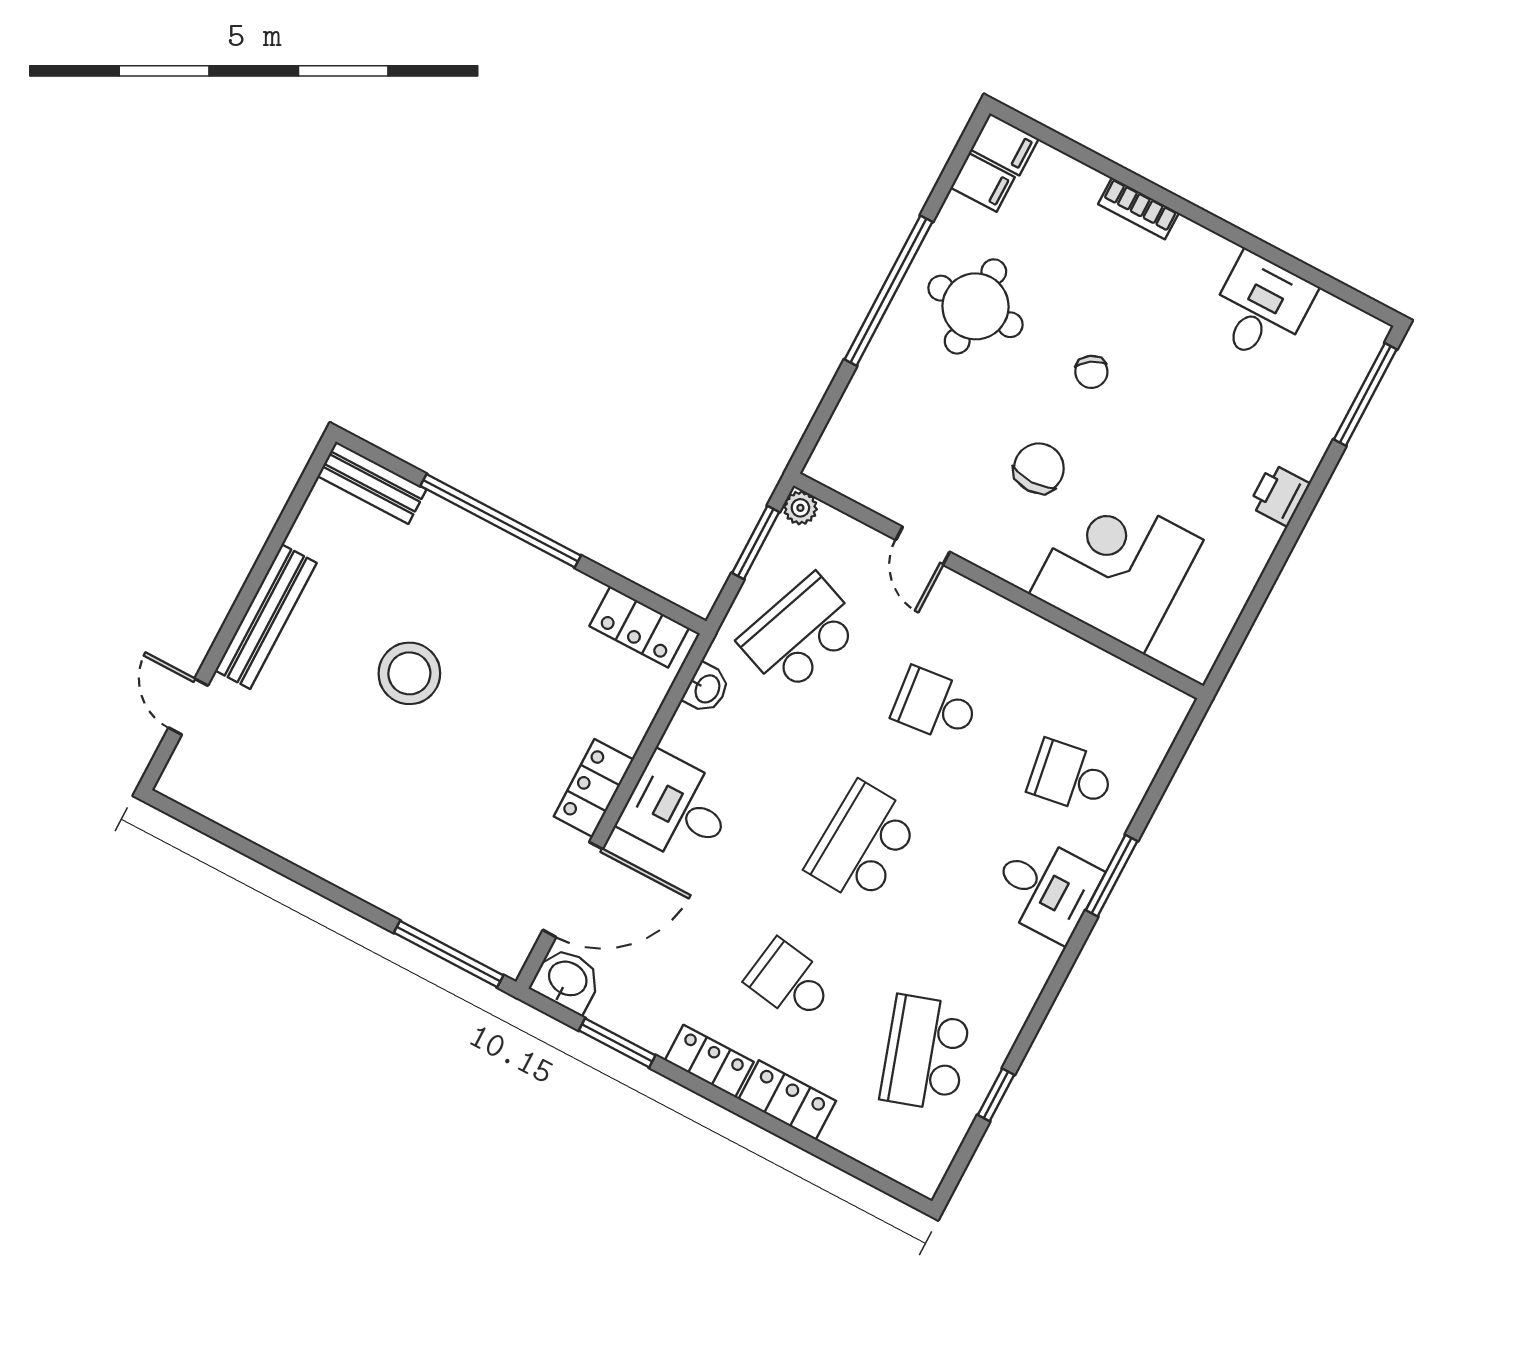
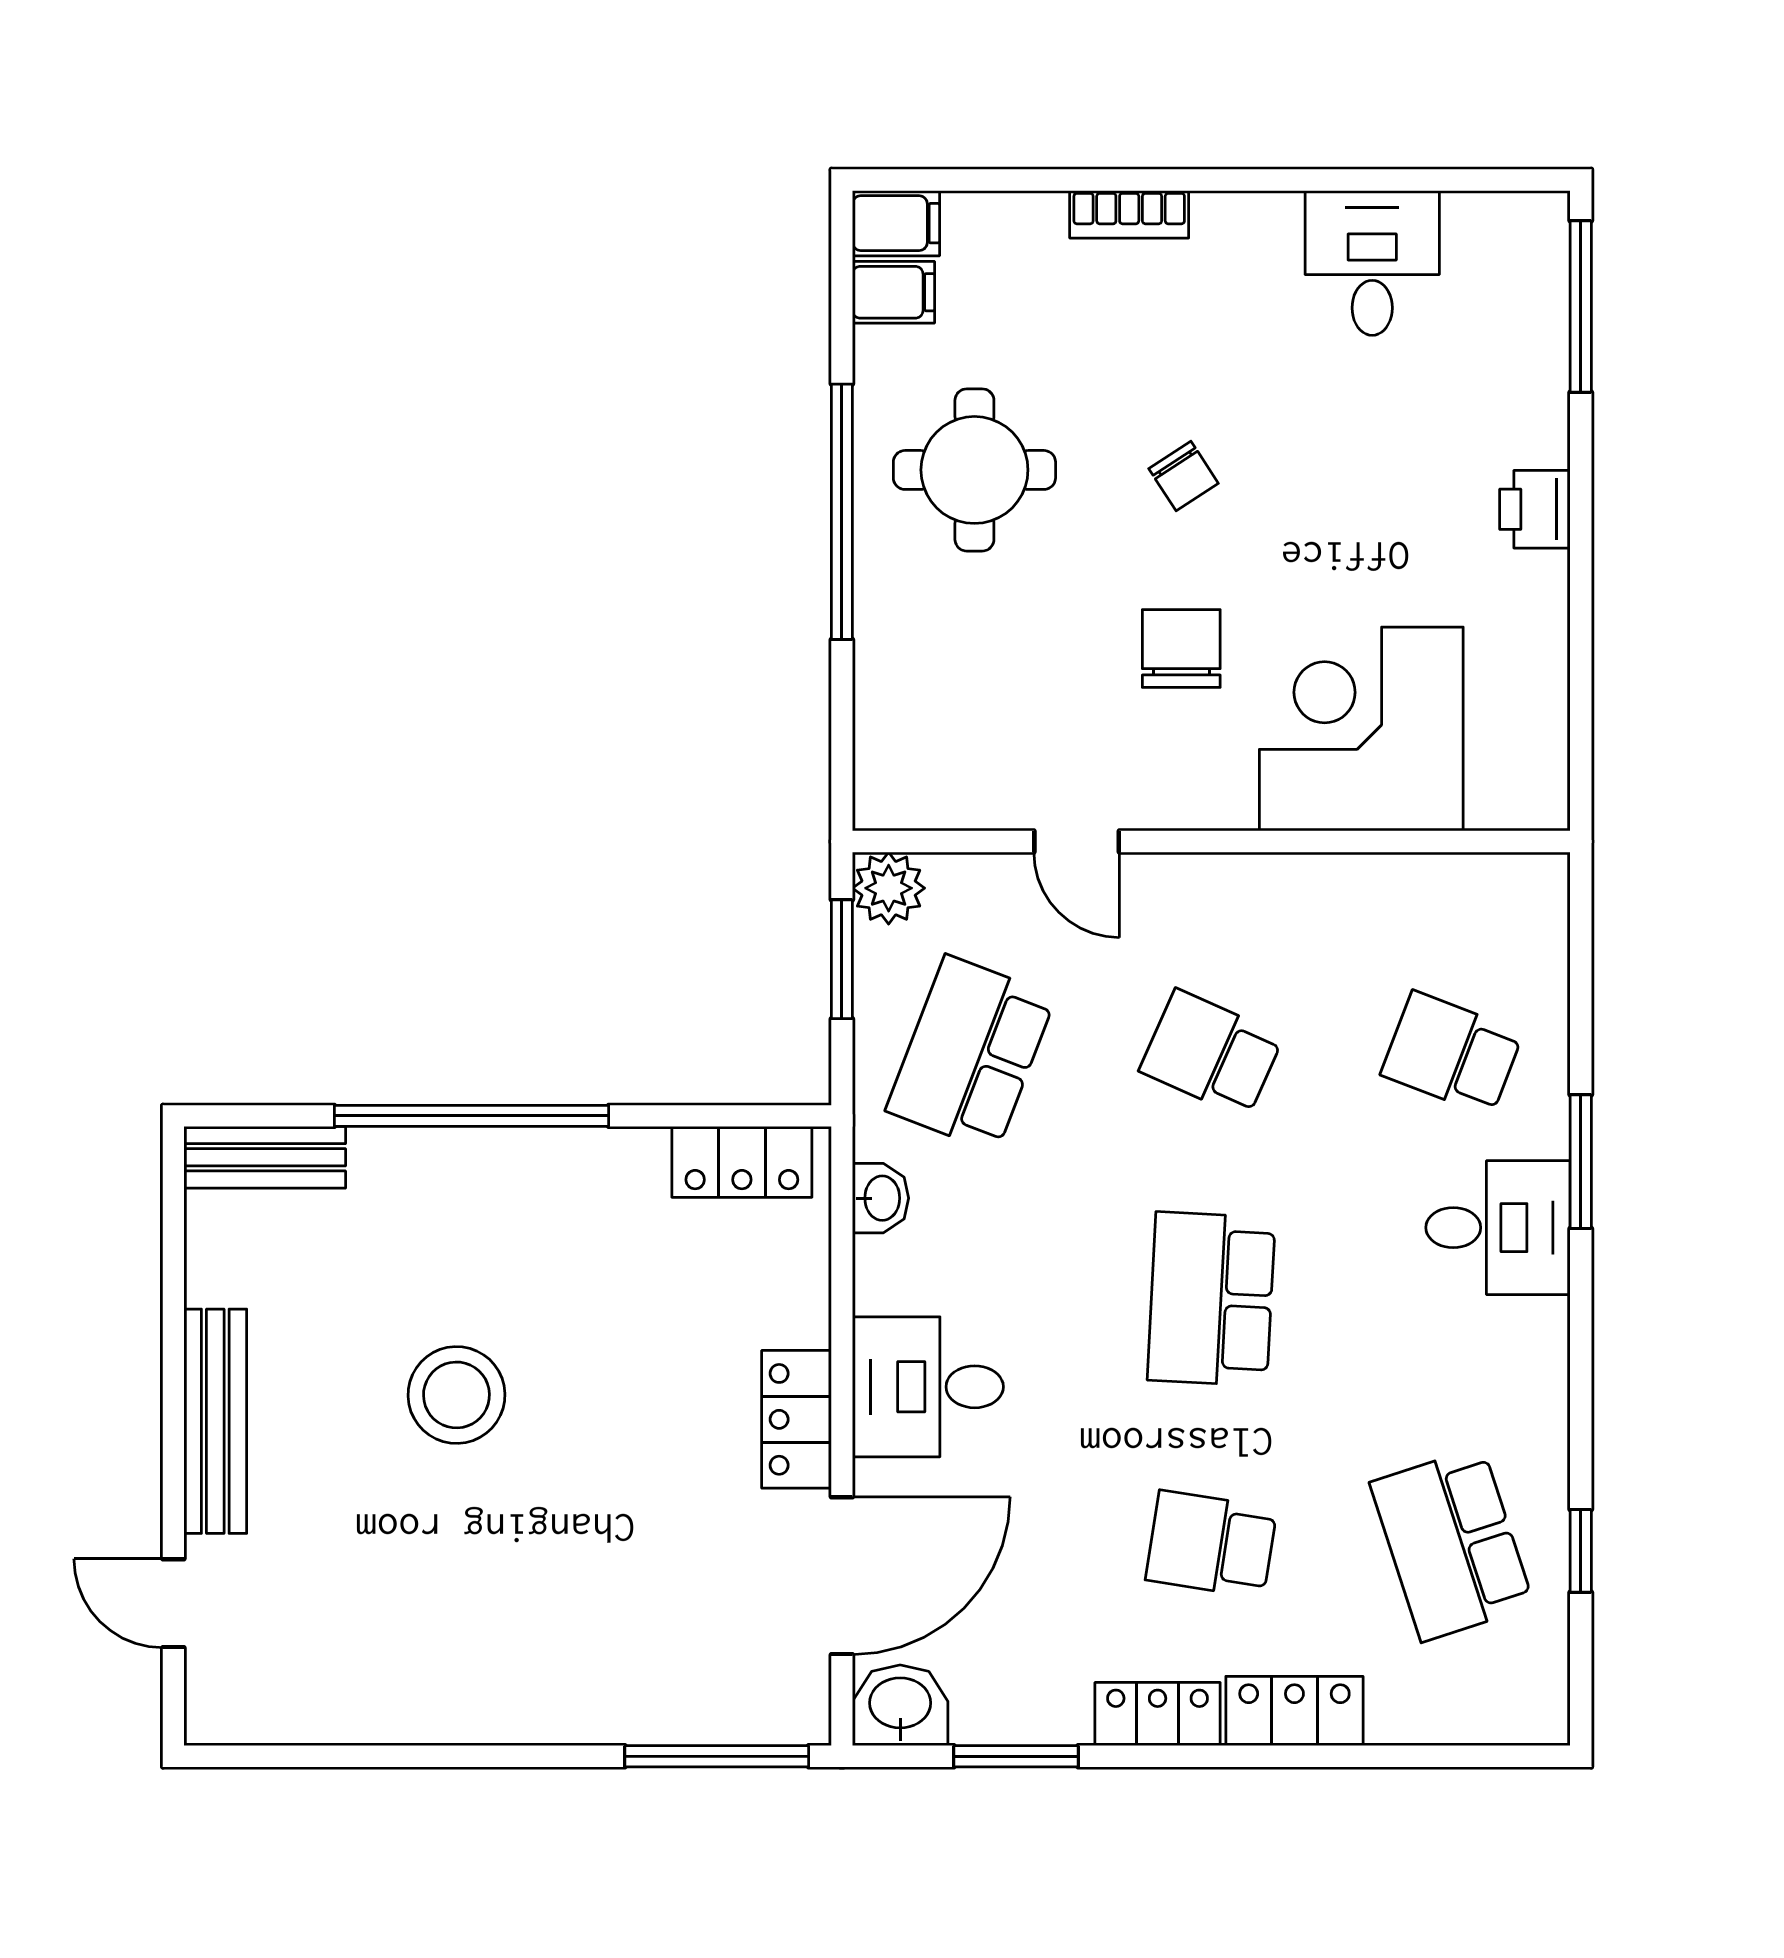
plant: (800, 508) -> (889, 888), width x1.38, depth x1.38
school desk: (936, 705) -> (1211, 1054), turned 30
school desk: (1071, 777) -> (1452, 1054), turned 30

